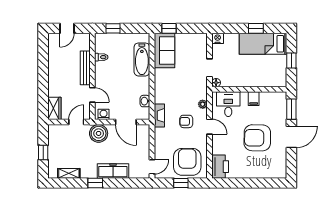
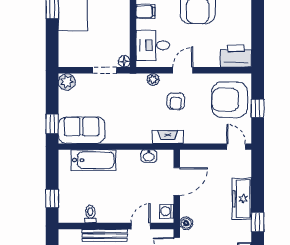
nightstand: (218, 38) -> (65, 60), removed
plant: (201, 39) -> (67, 82), added
boiler: (99, 133) -> (186, 223), width x0.54, depth x0.54

